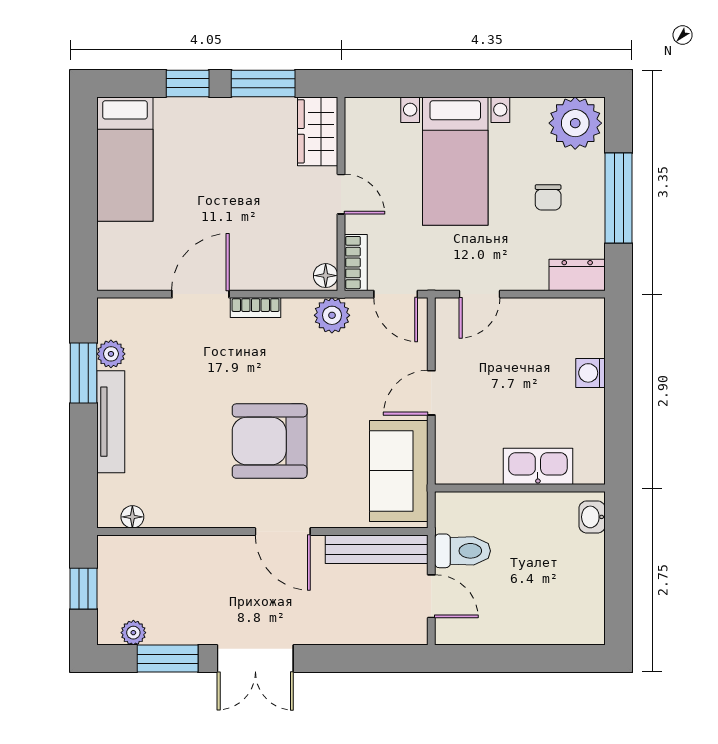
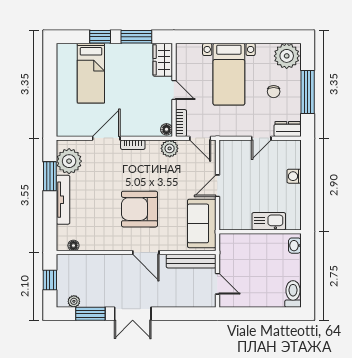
bed: (125, 159) -> (91, 73), moved
door: (480, 294) -> (261, 138), moved
plant: (111, 354) -> (69, 161), width x1.88, depth x1.88
toilet: (463, 551) -> (293, 294), moved, turned -90

